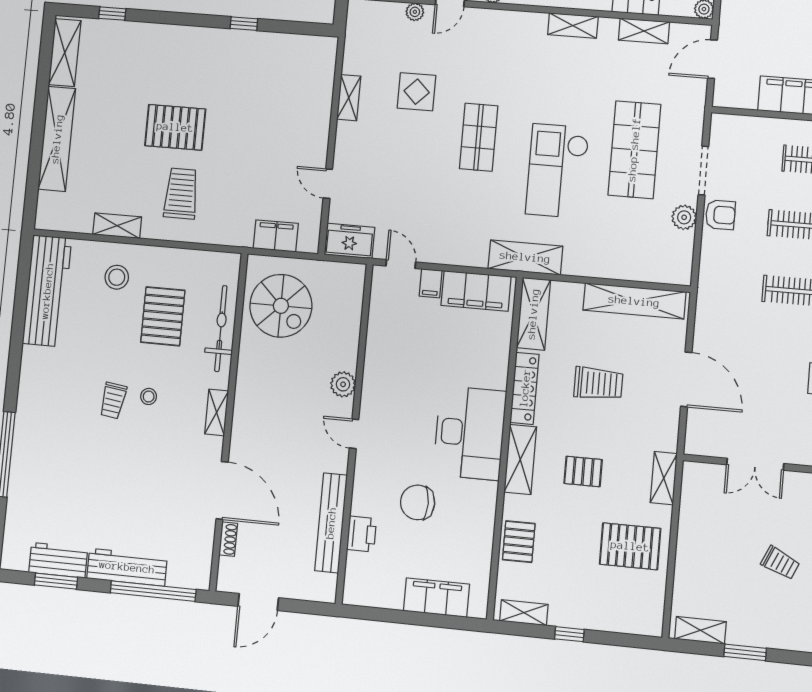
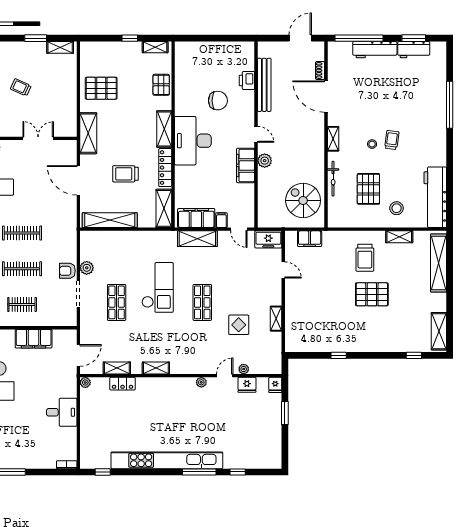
shelving: (57, 139) -> (438, 263), moved
shop shelf: (634, 150) -> (117, 302), width x0.70, depth x0.74
shelving: (525, 257) -> (197, 239), moved
bicycle: (221, 329) -> (333, 179), width x0.73, depth x0.71
pallet: (583, 472) -> (130, 126), removed
shelving: (664, 478) -> (88, 133), width x1.50, depth x1.33
filing cabinet: (436, 598) -> (246, 165), moved, turned 90

